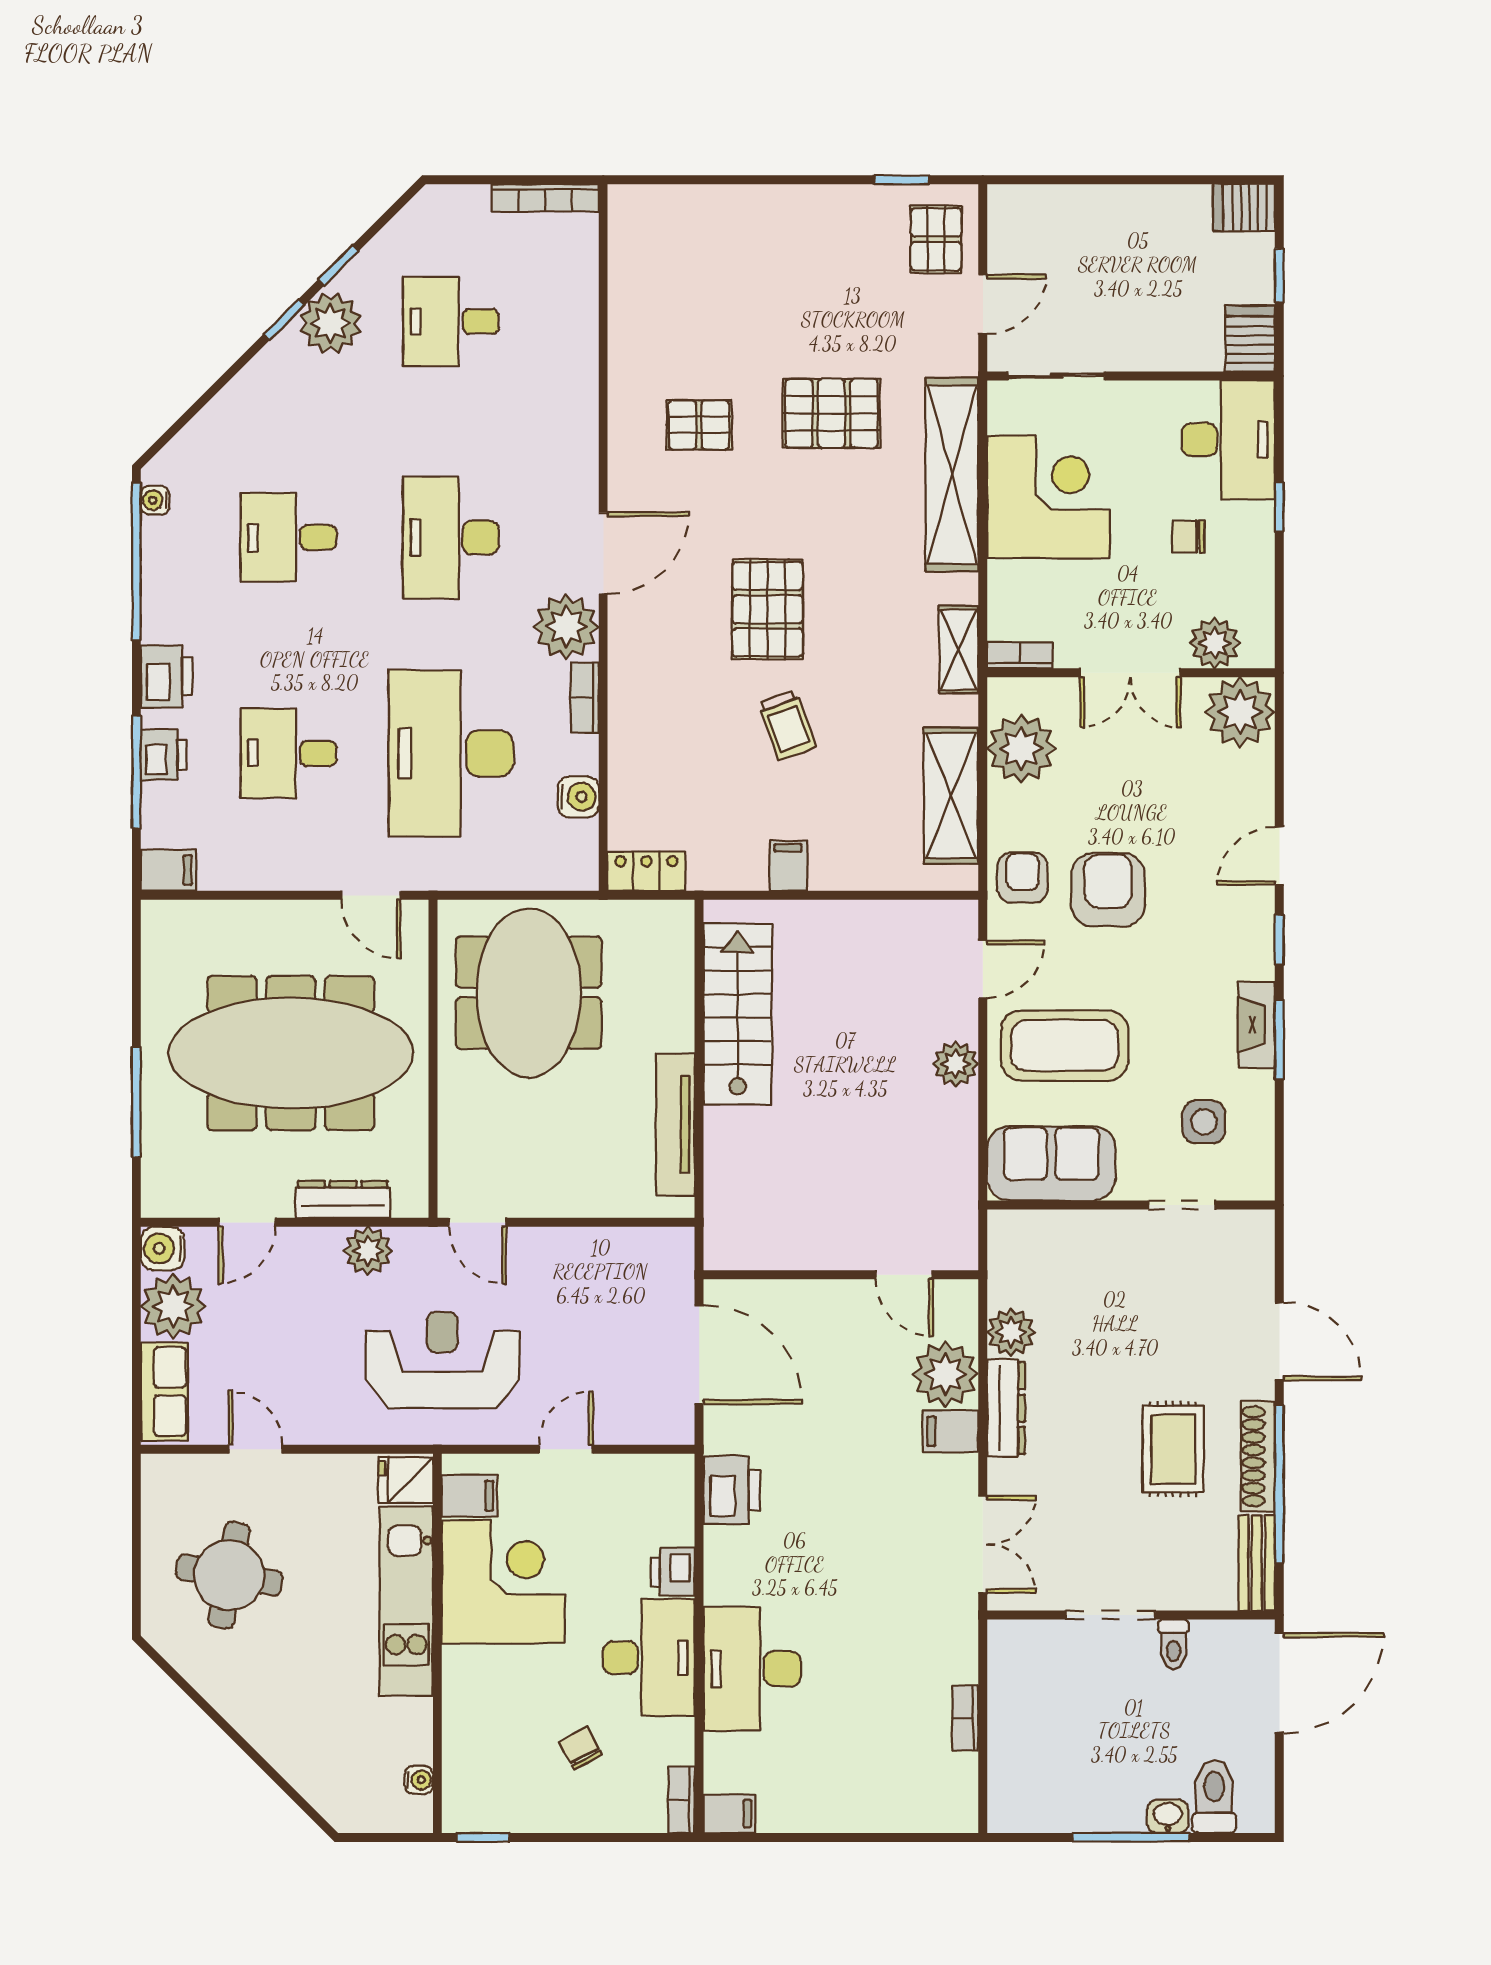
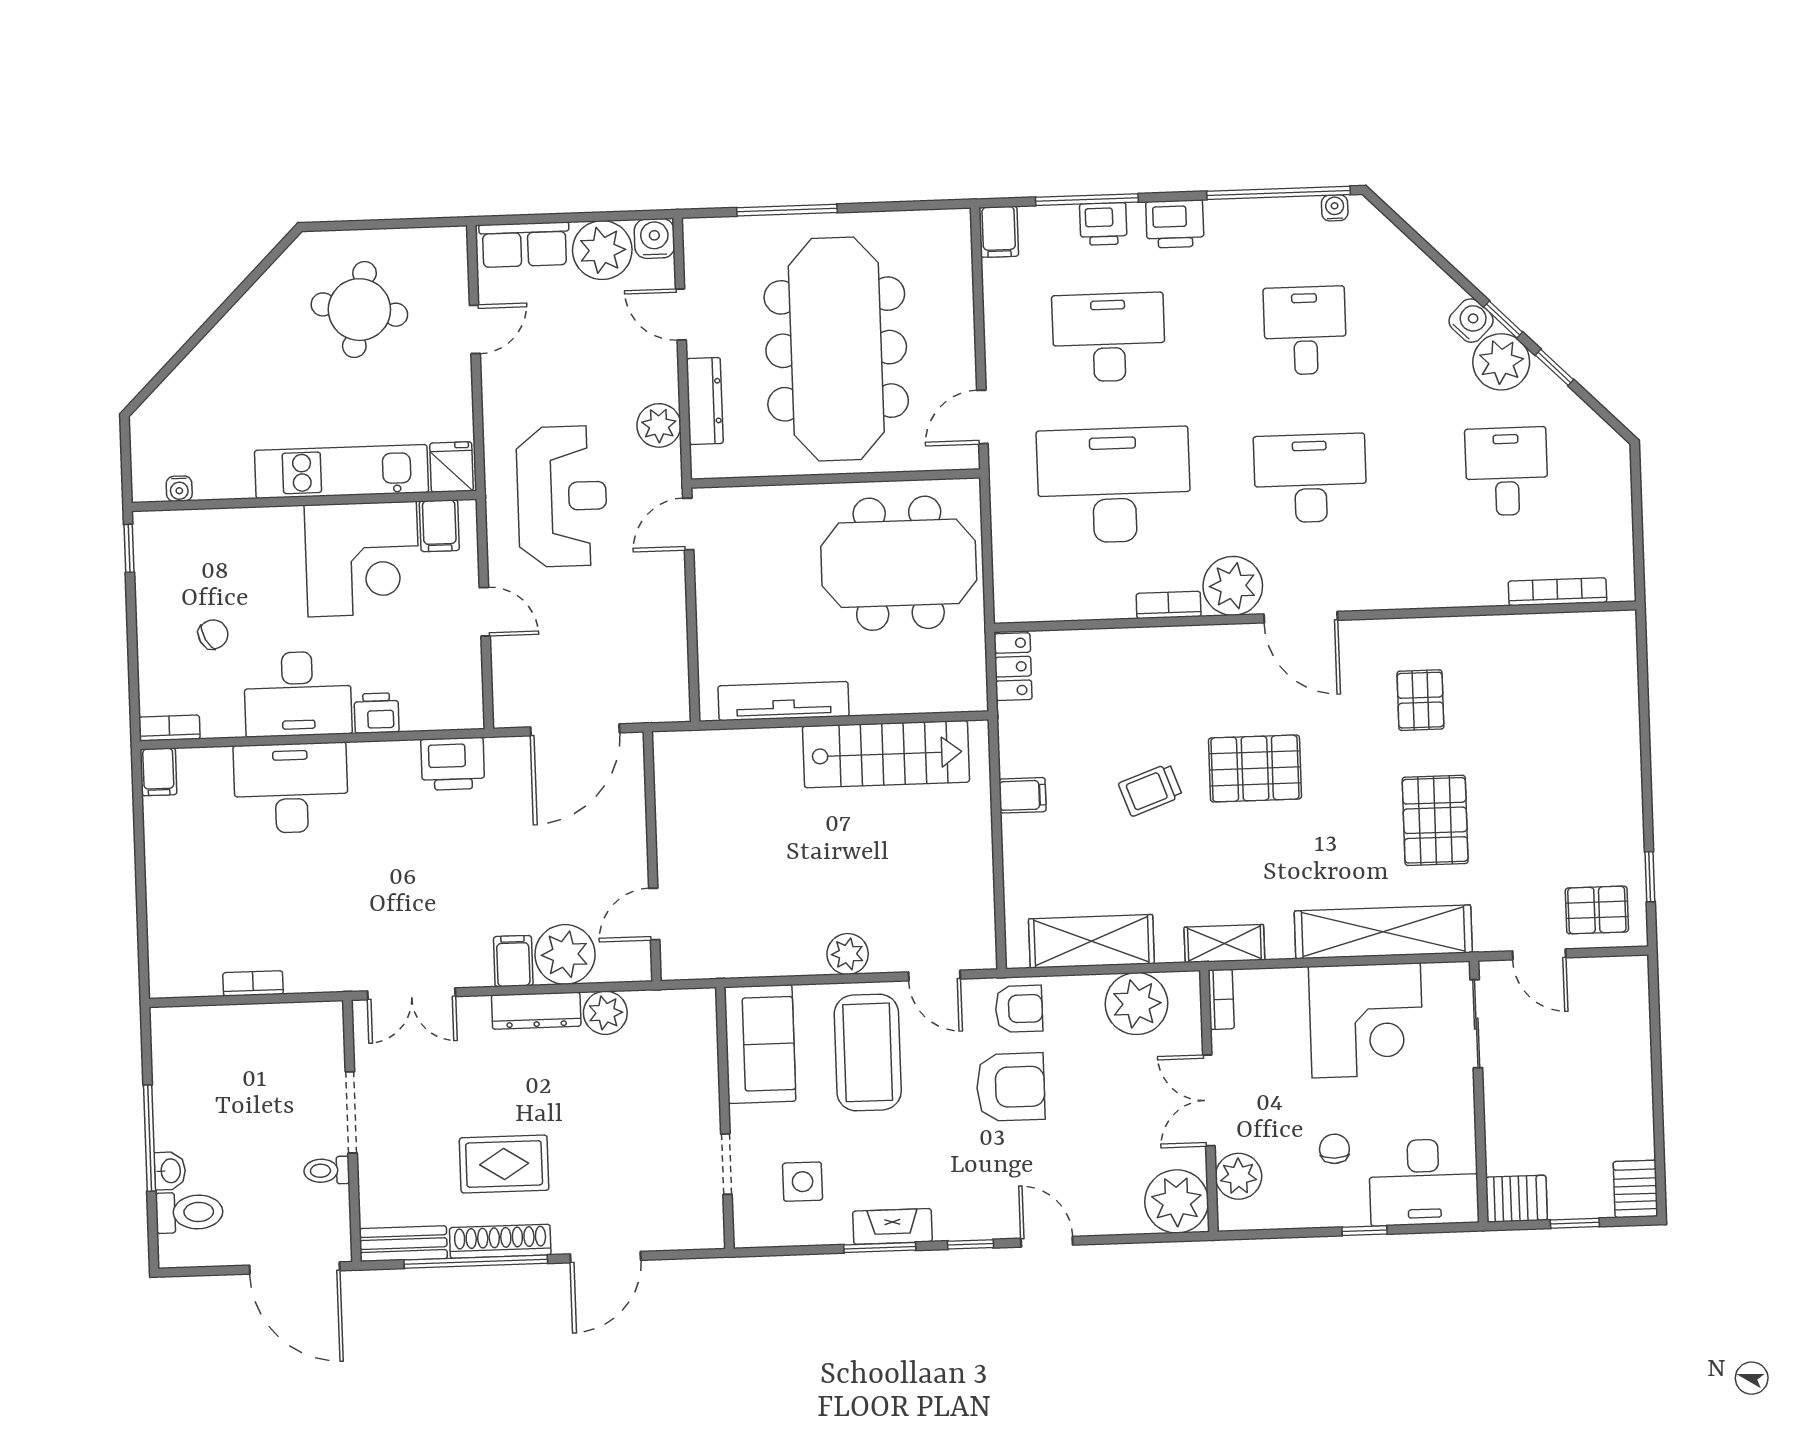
bookcase: (545, 198) -> (1557, 592), moved, turned 90
desk: (289, 753) -> (1109, 337), width x1.37
water cooler: (578, 797) -> (1471, 321), moved, turned -135

